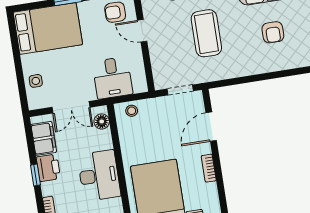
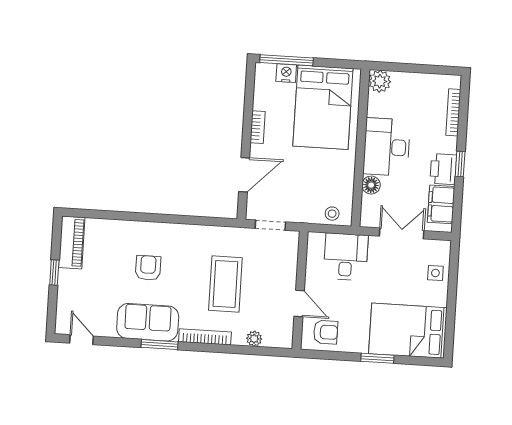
floor lamp: (102, 121) -> (371, 185), moved

